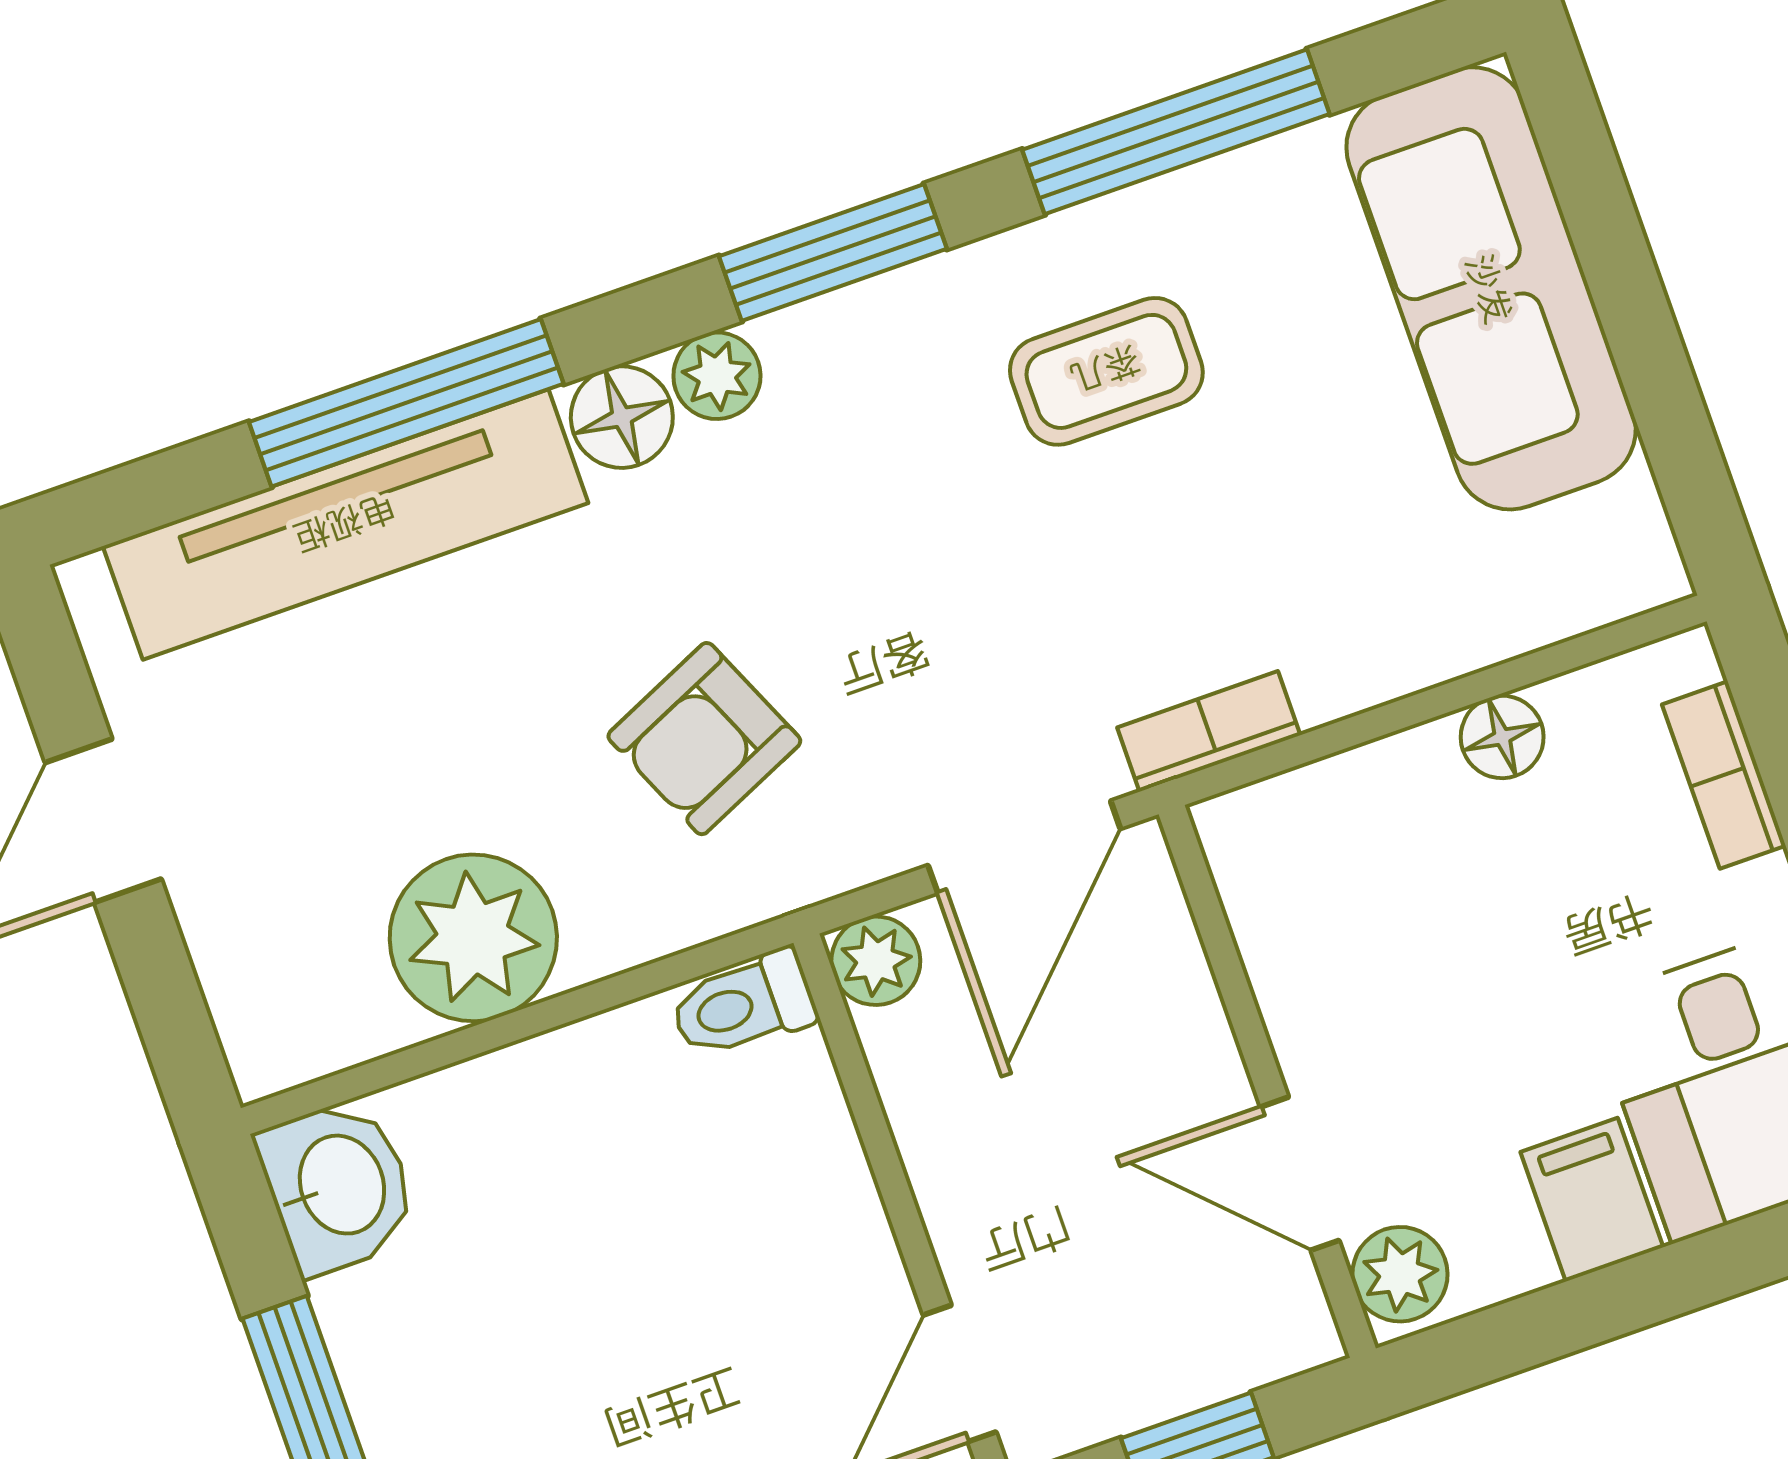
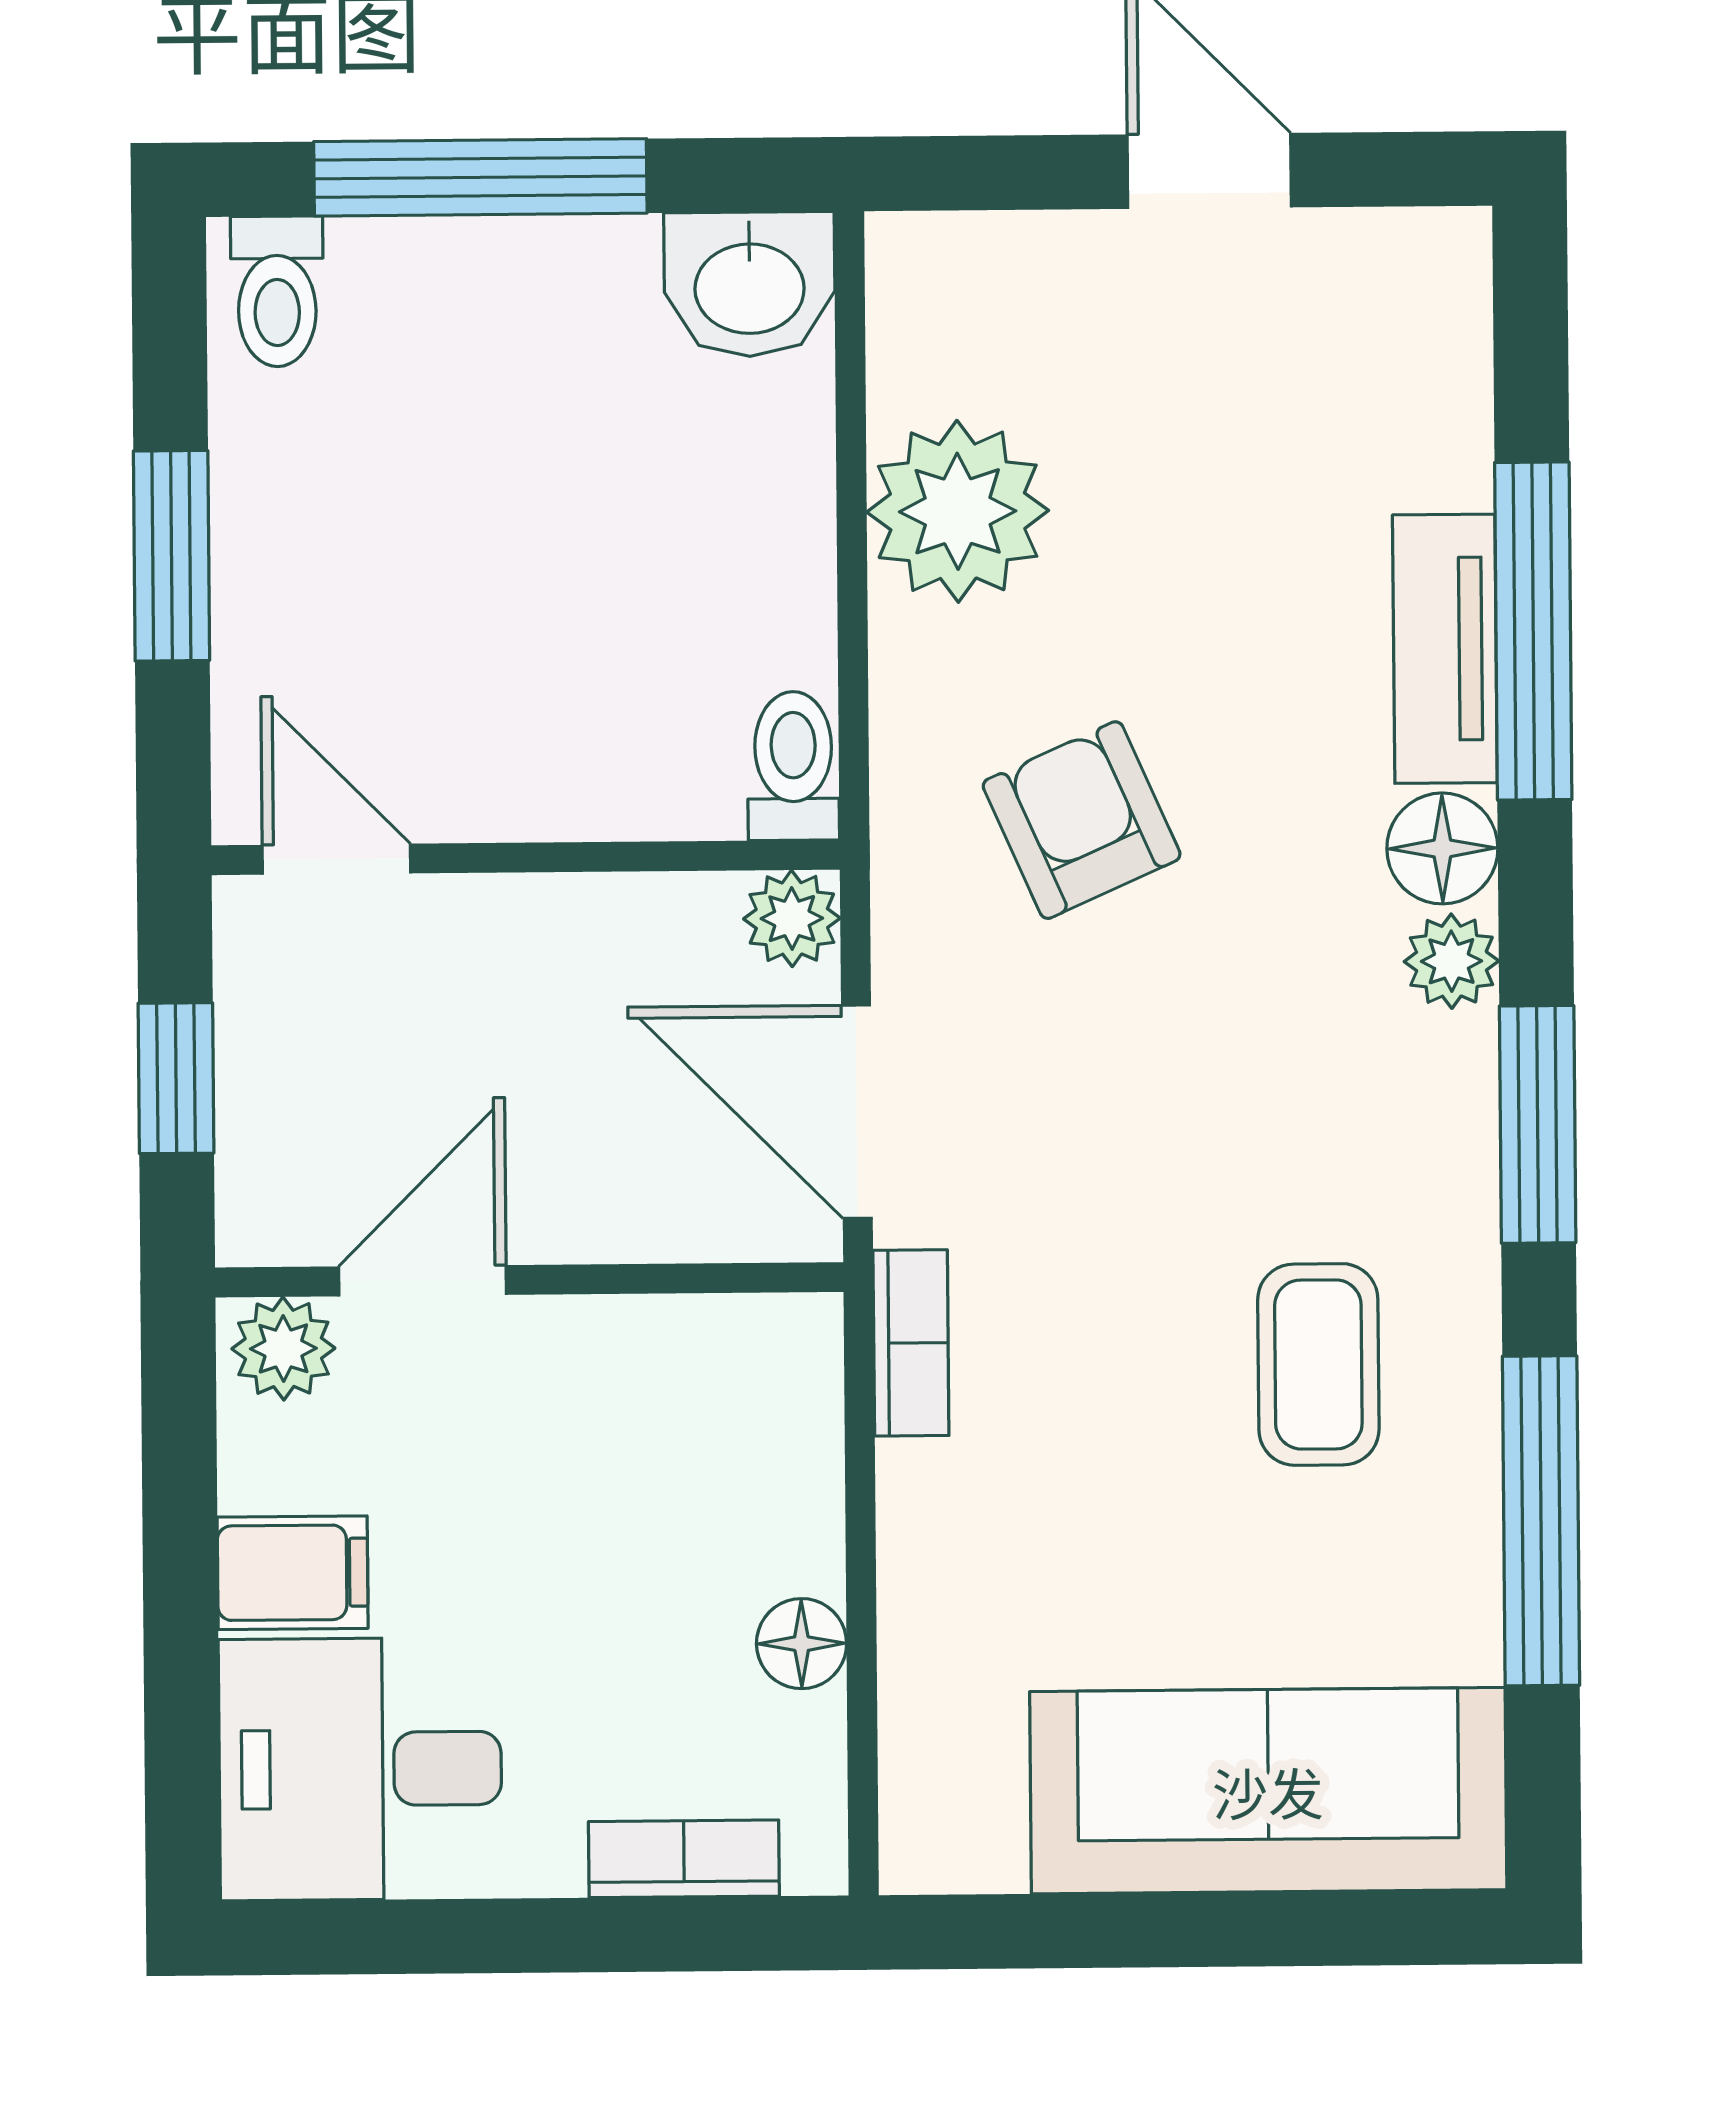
tv unit: (346, 525) -> (1445, 649), width x0.52, depth x0.78

